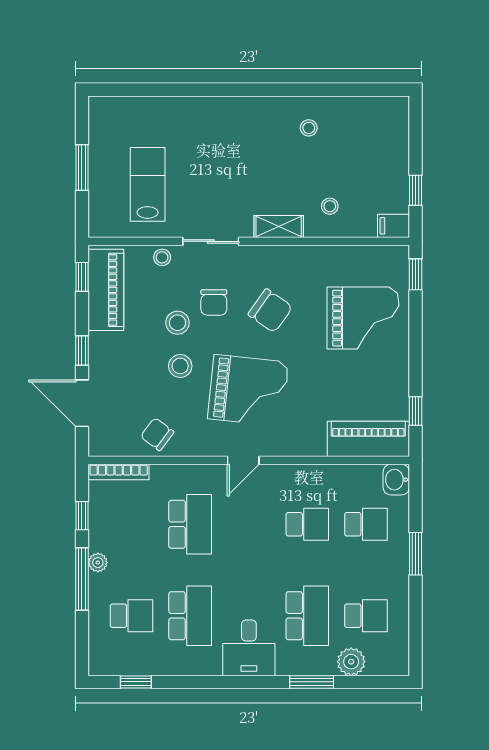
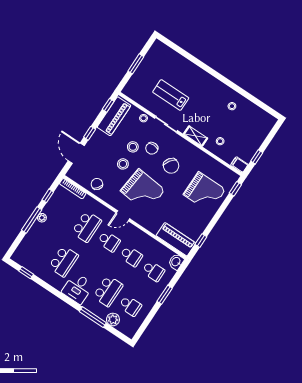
lab bench: (148, 184) -> (171, 95), moved, turned -90
school desk: (132, 616) -> (109, 241), moved
window: (312, 682) -> (93, 317), width x1.44

